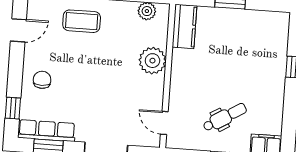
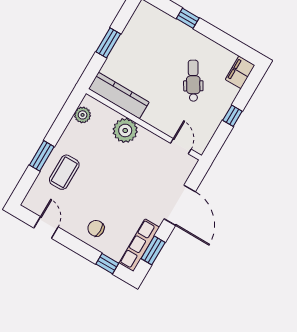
kitchen counter: (184, 26) -> (119, 96), width x1.50
dental chair: (225, 117) -> (193, 81), moved
door: (164, 123) -> (181, 146), swing flipped

